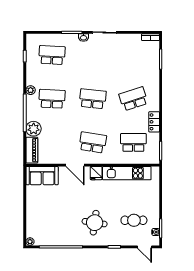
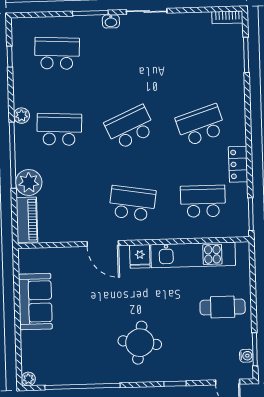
school desk: (93, 99) -> (130, 127), turned -30
sofa: (42, 176) -> (35, 302), moved, turned -90
cafe table: (134, 220) -> (223, 307), moved

